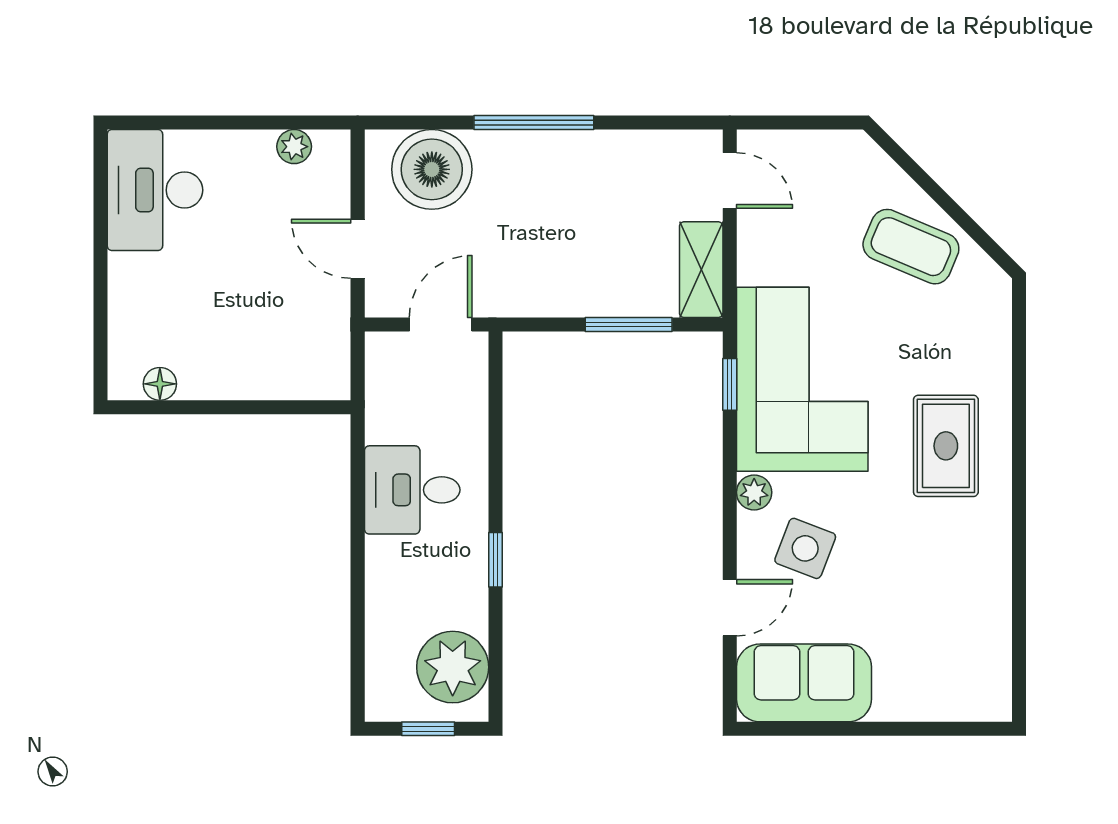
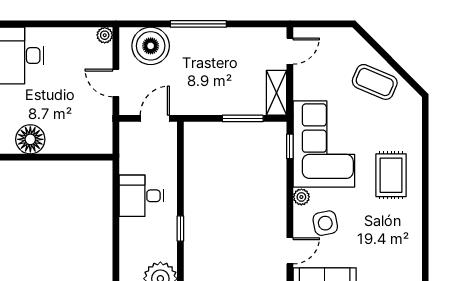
plant: (294, 147) -> (105, 35), moved
door: (730, 181) -> (290, 51), hinge flipped
floor lamp: (160, 384) -> (30, 139), width x1.89, depth x1.89
side table: (805, 548) -> (325, 223), turned -32

